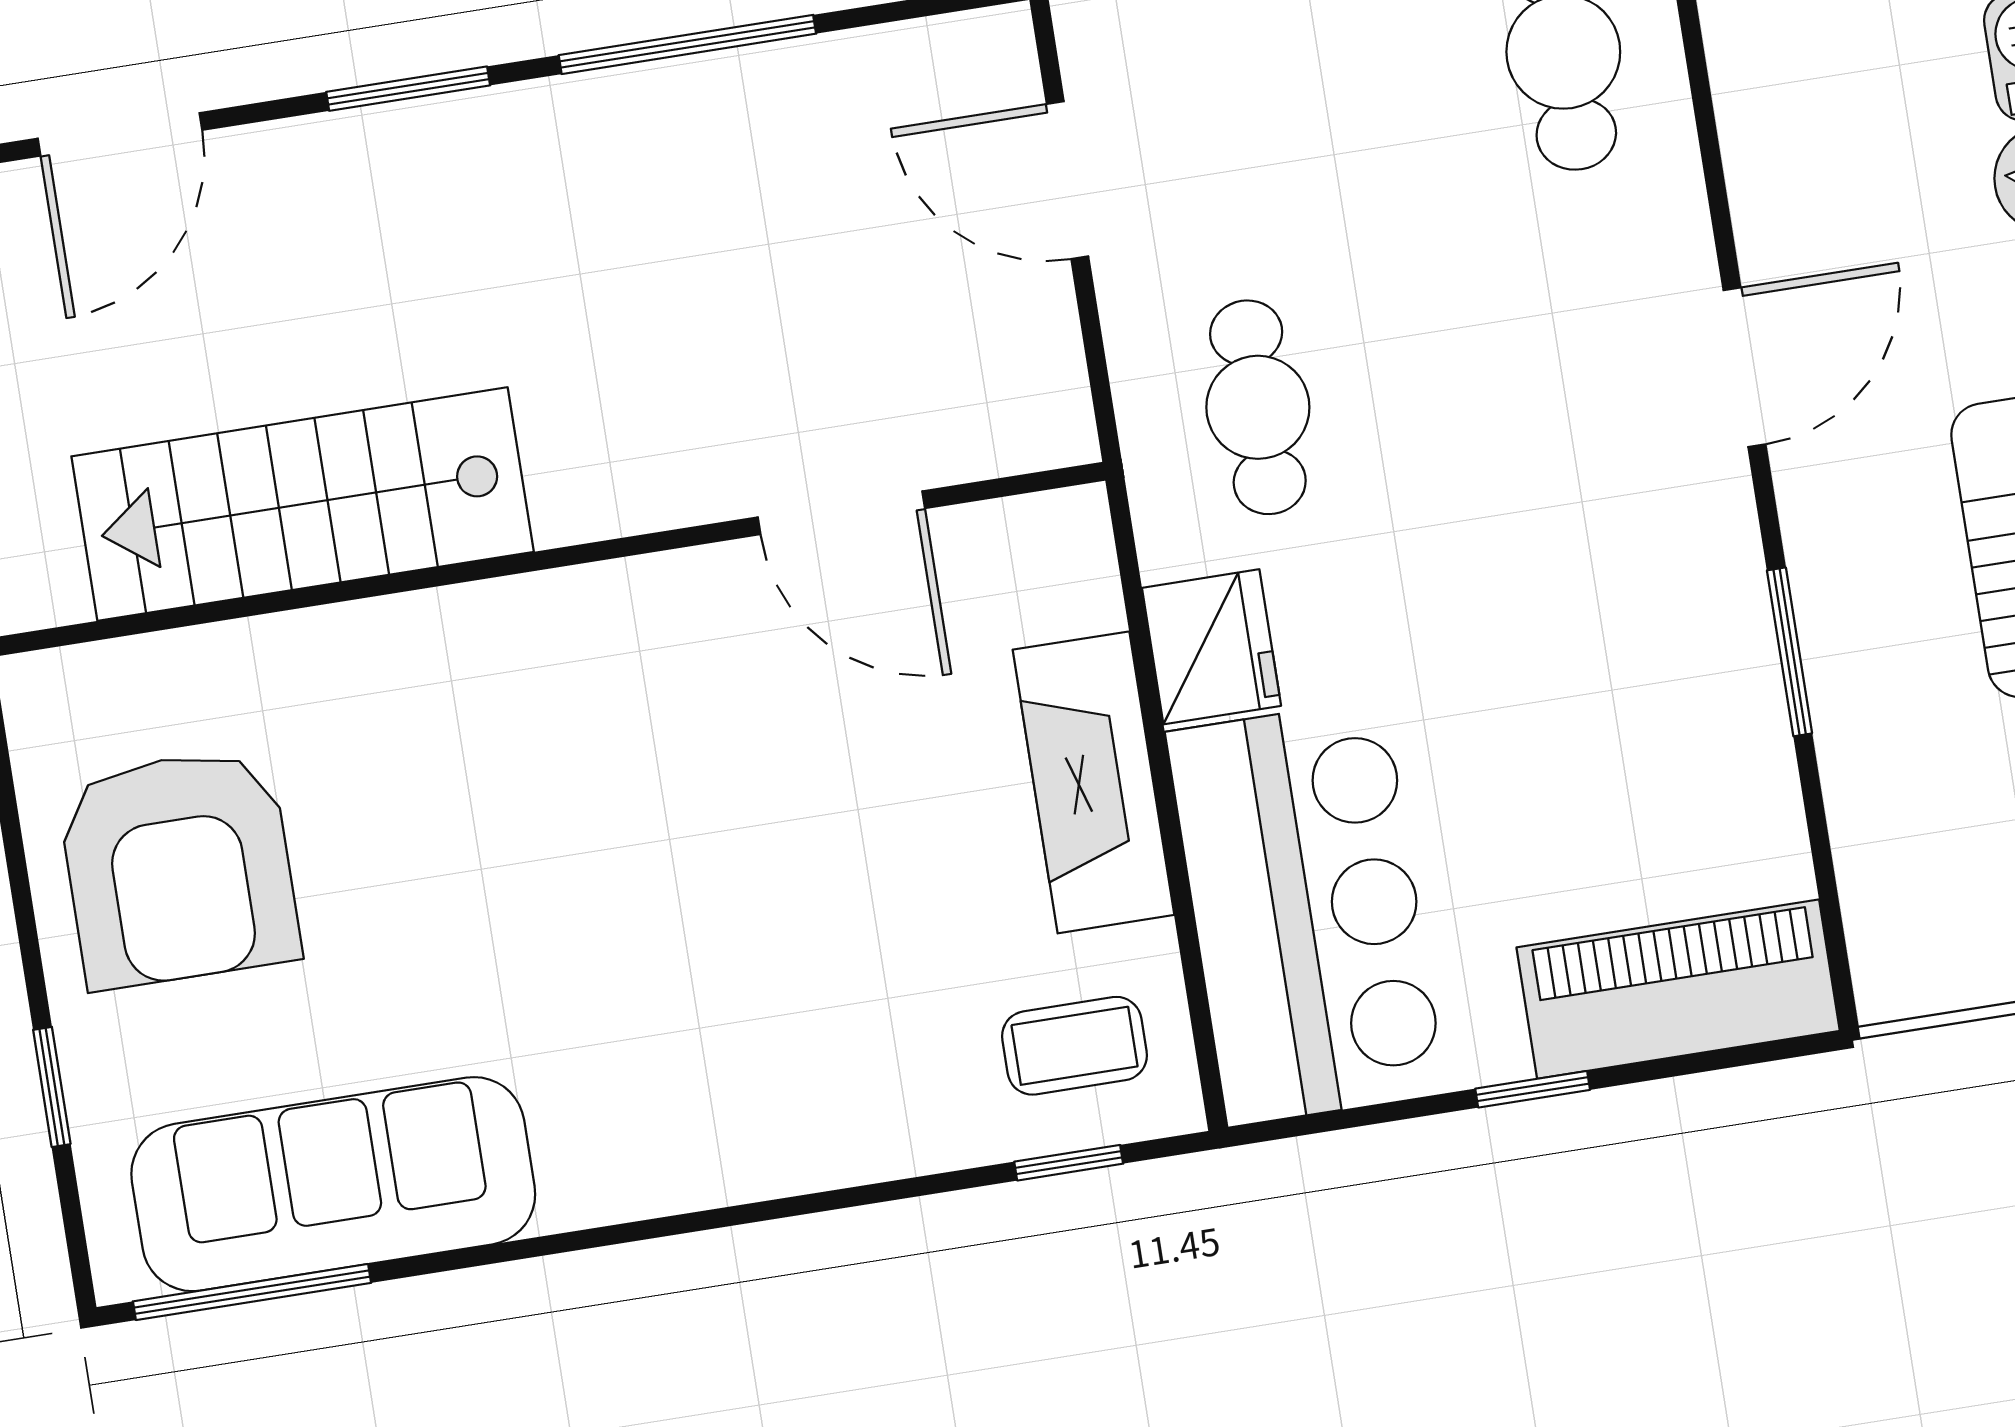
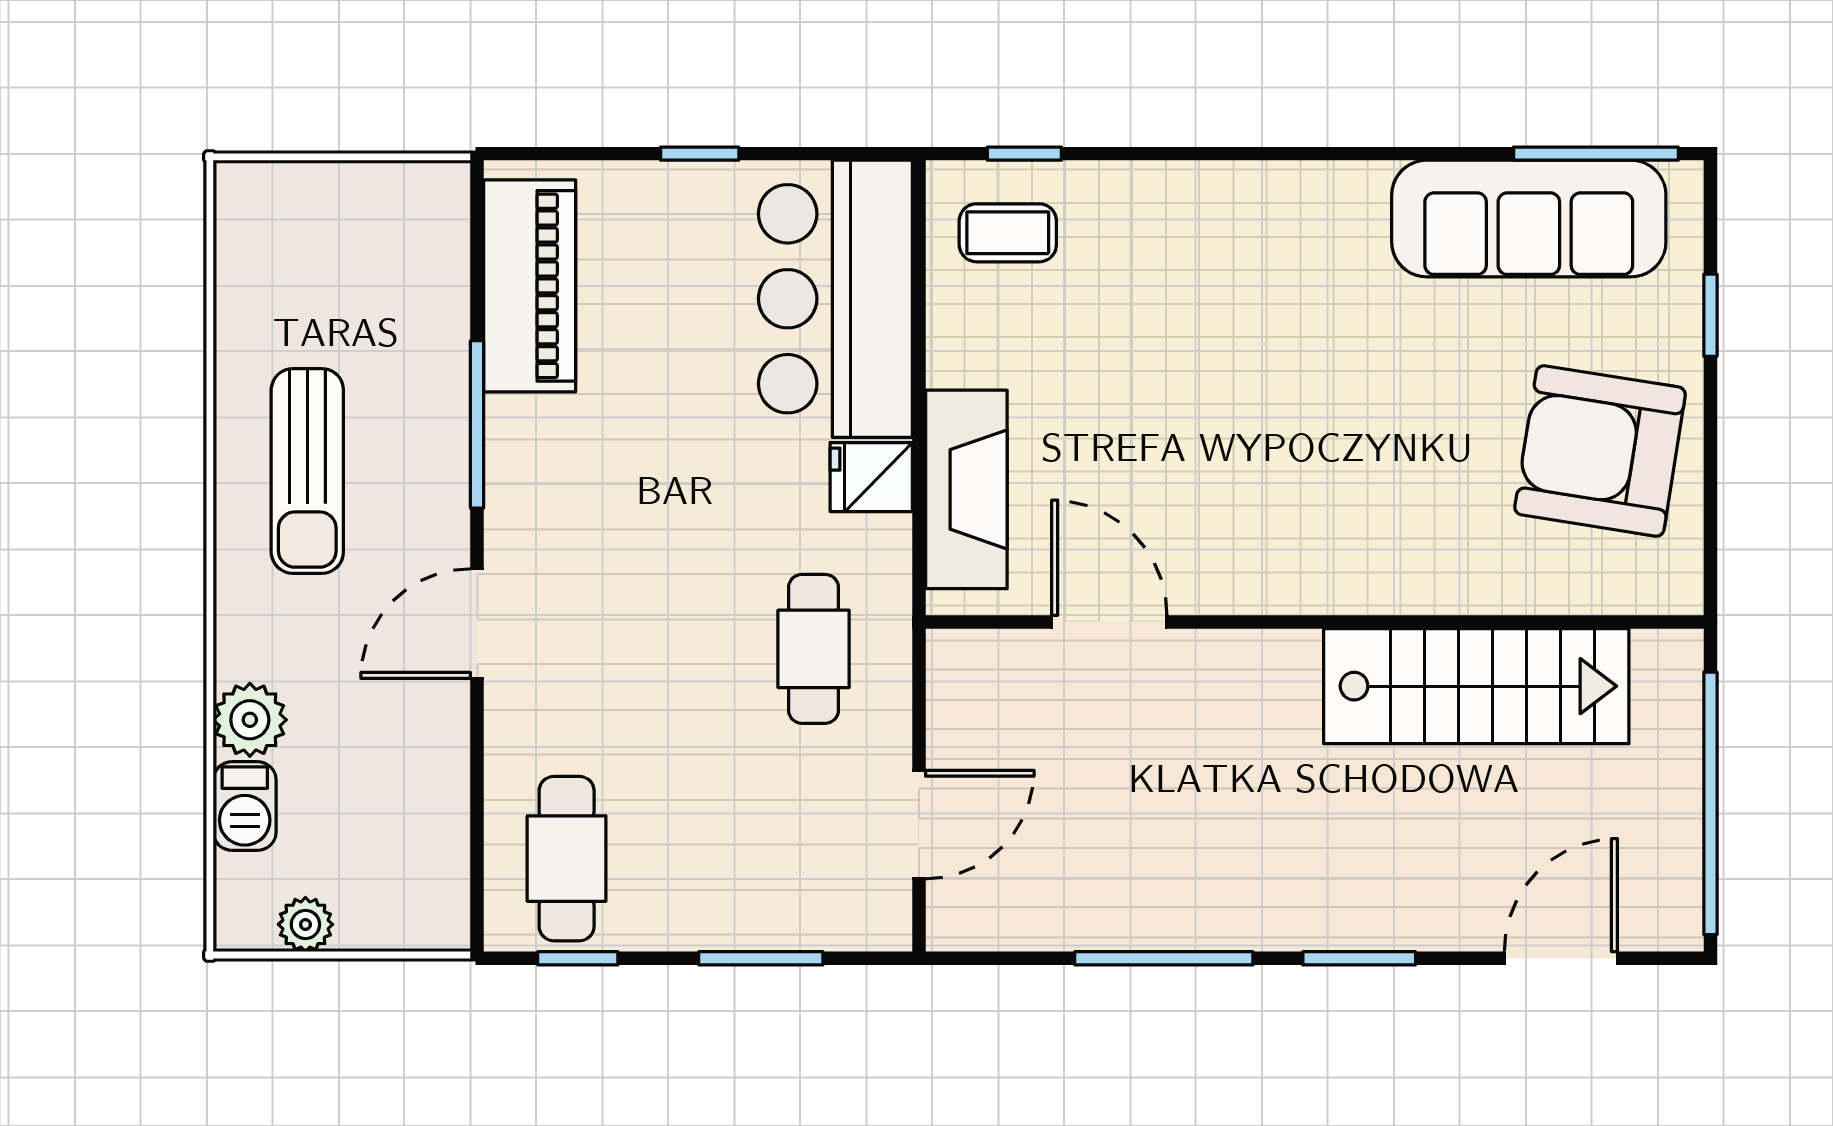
door: (1068, 180) -> (919, 825), hinge flipped
fridge: (1211, 647) -> (871, 477), width x0.72
window: (1790, 652) -> (477, 424), width x1.44
fireplace: (1093, 782) -> (966, 489), moved
armchair: (179, 868) -> (1600, 451), turned -81
piano: (1678, 989) -> (530, 286), moved, turned -90

